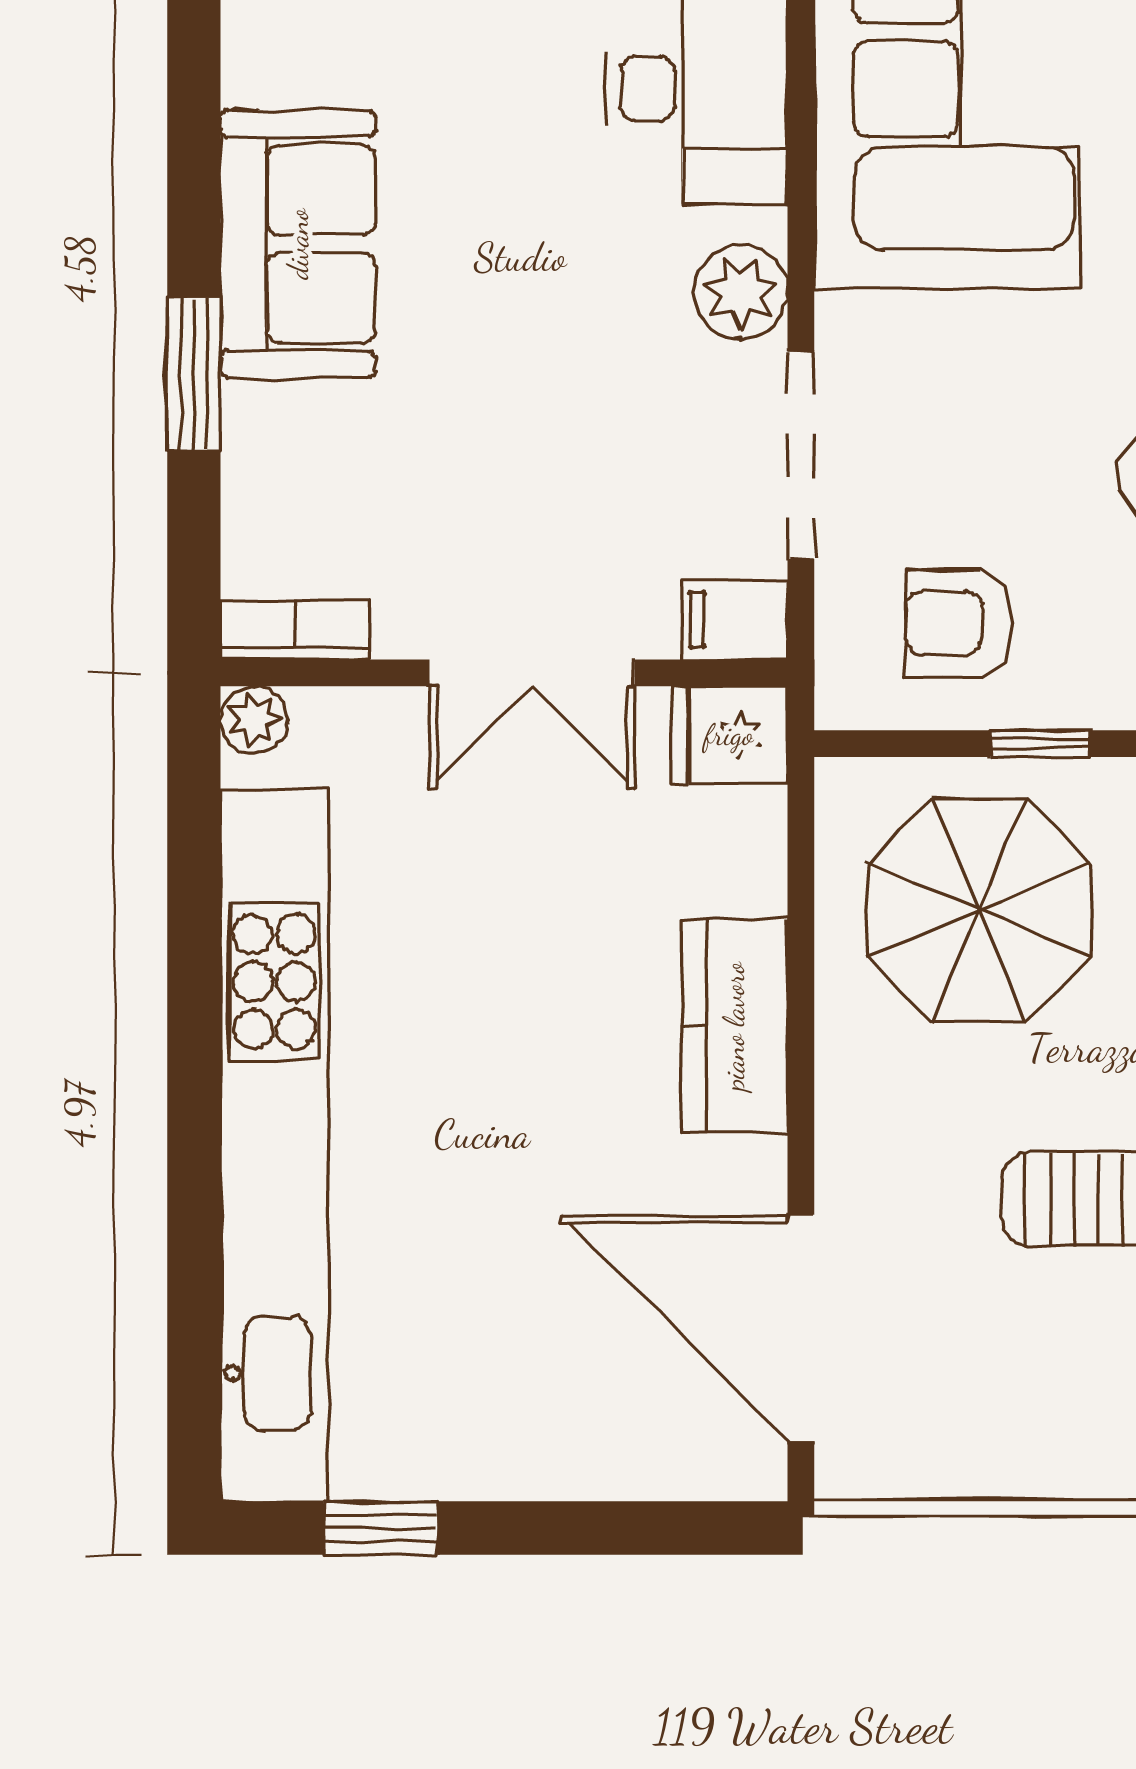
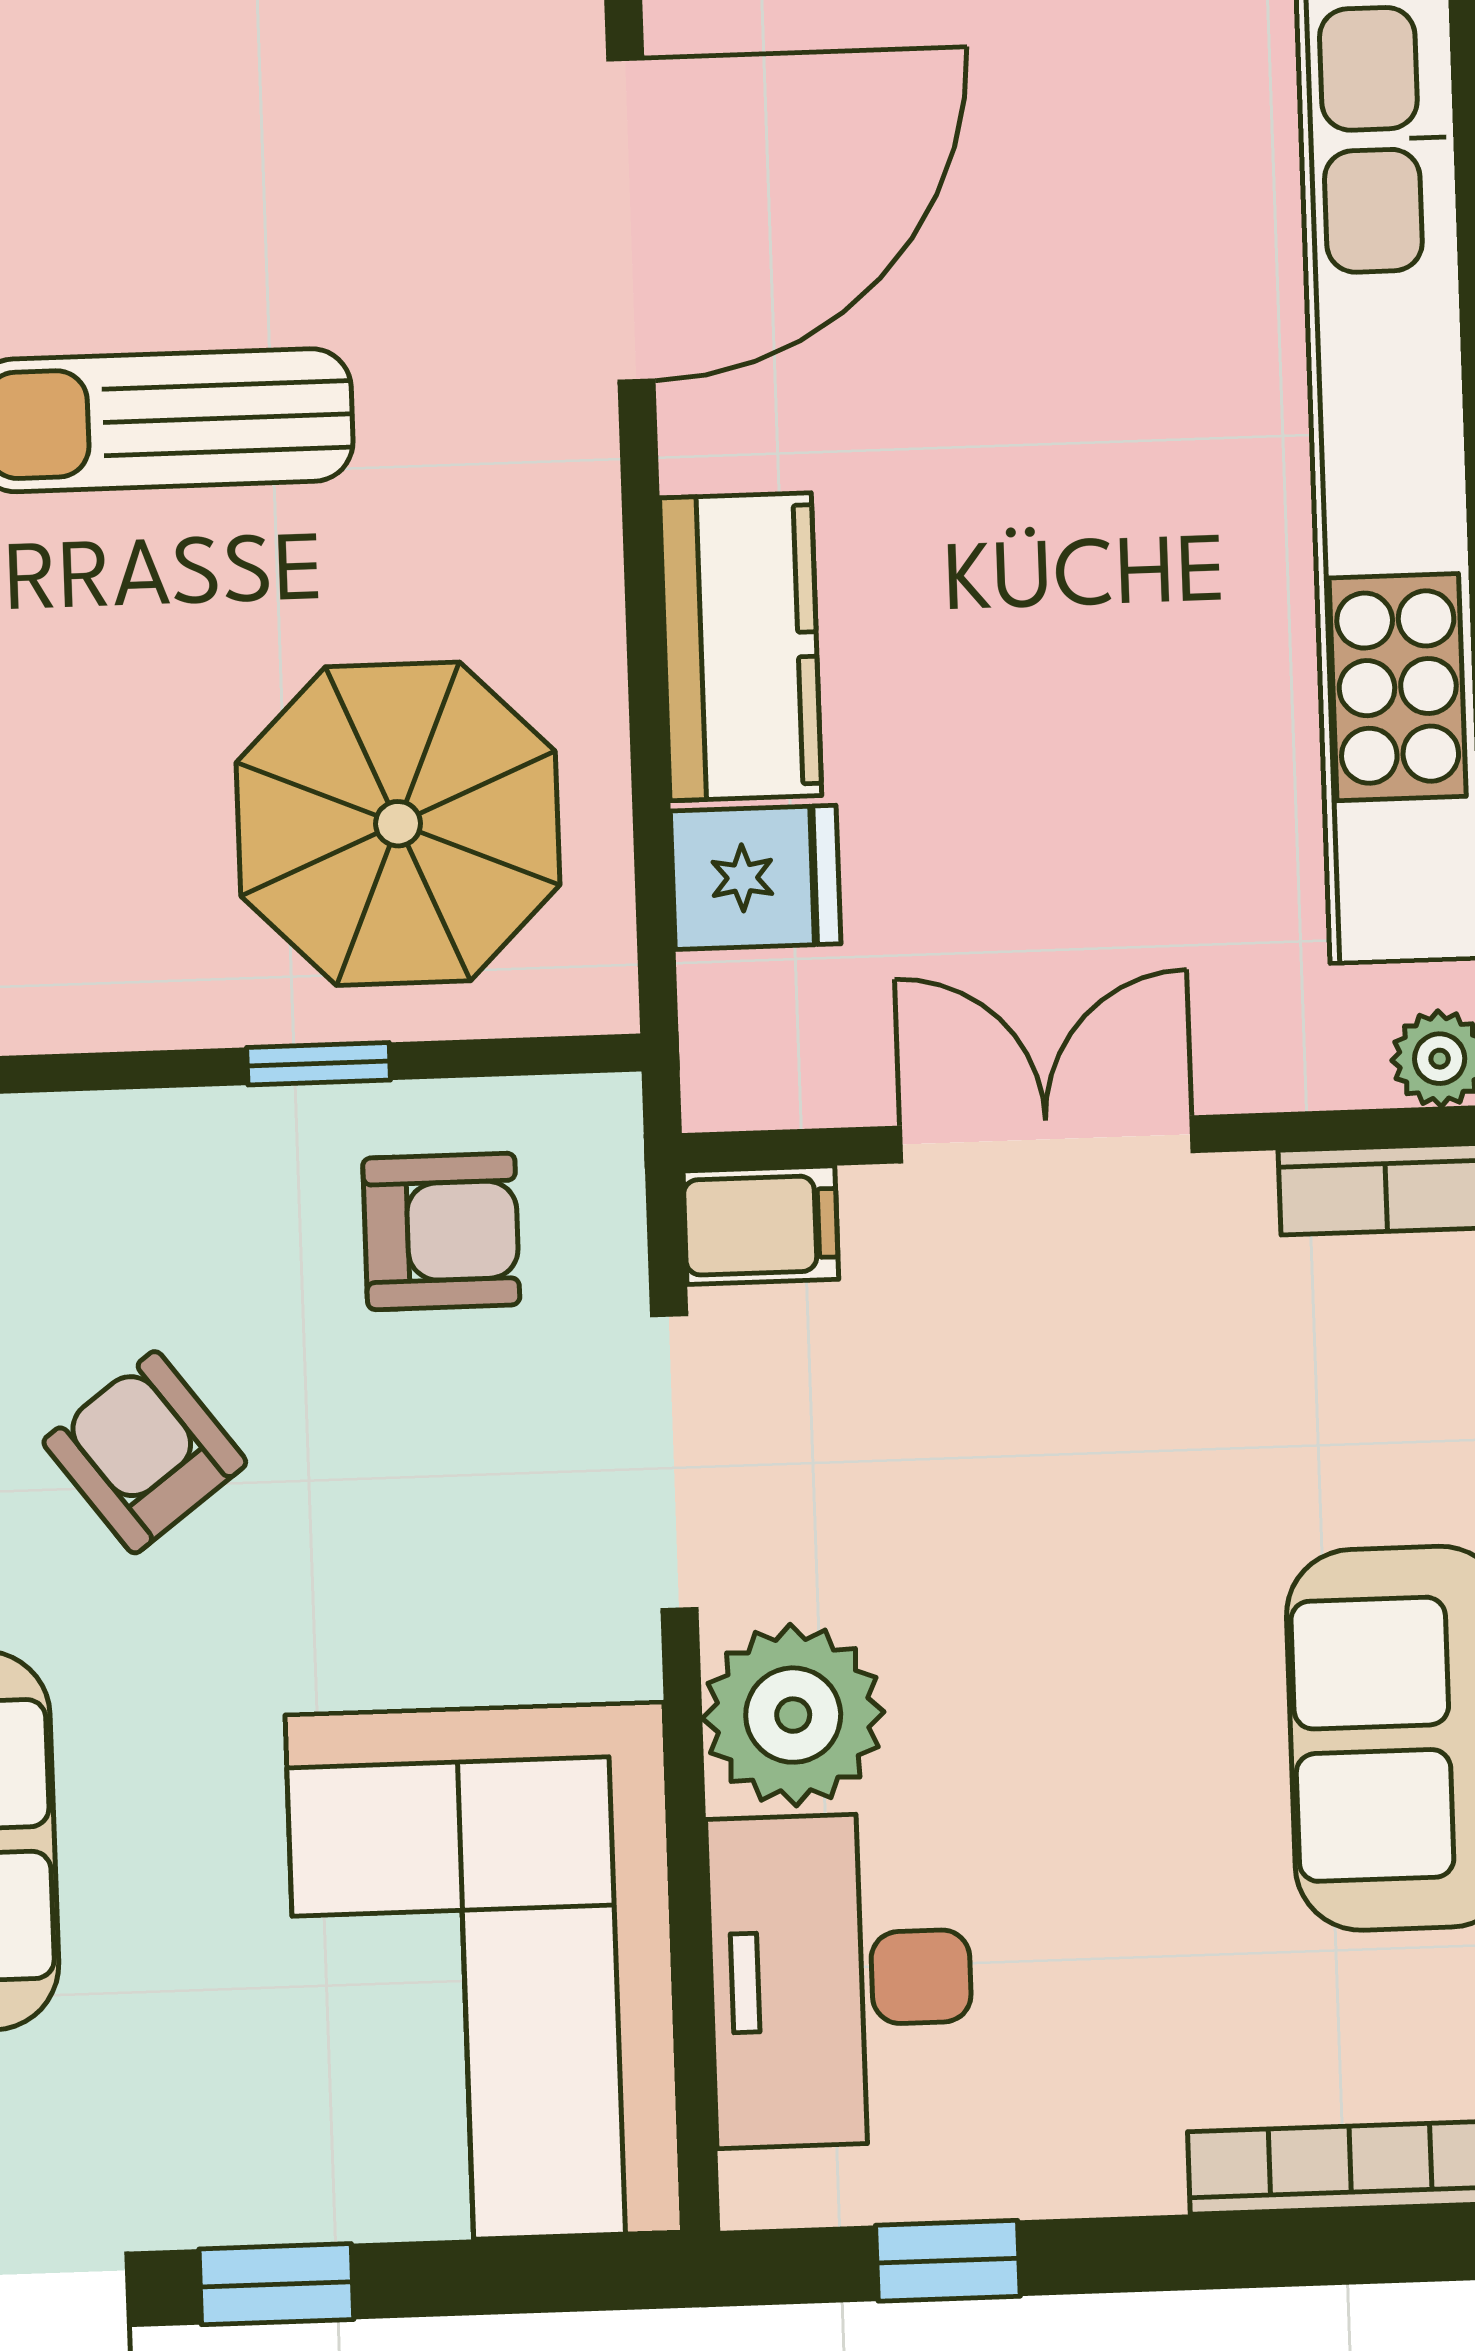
plant: (741, 292) -> (793, 1715), width x1.36, depth x1.36
fridge: (729, 735) -> (756, 877), moved
door: (801, 1328) -> (631, 220), hinge flipped

